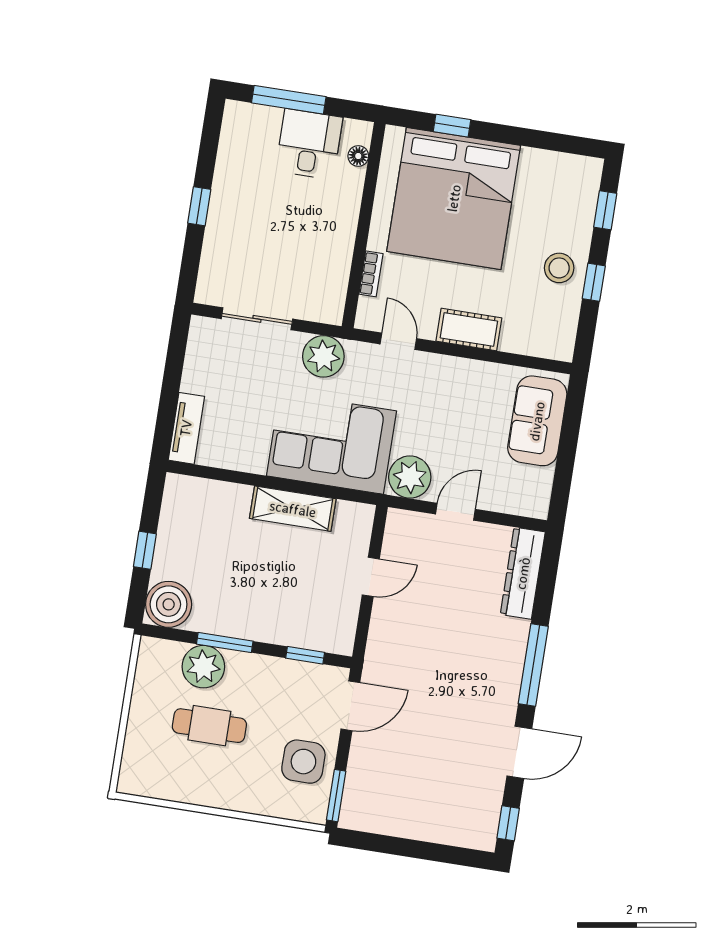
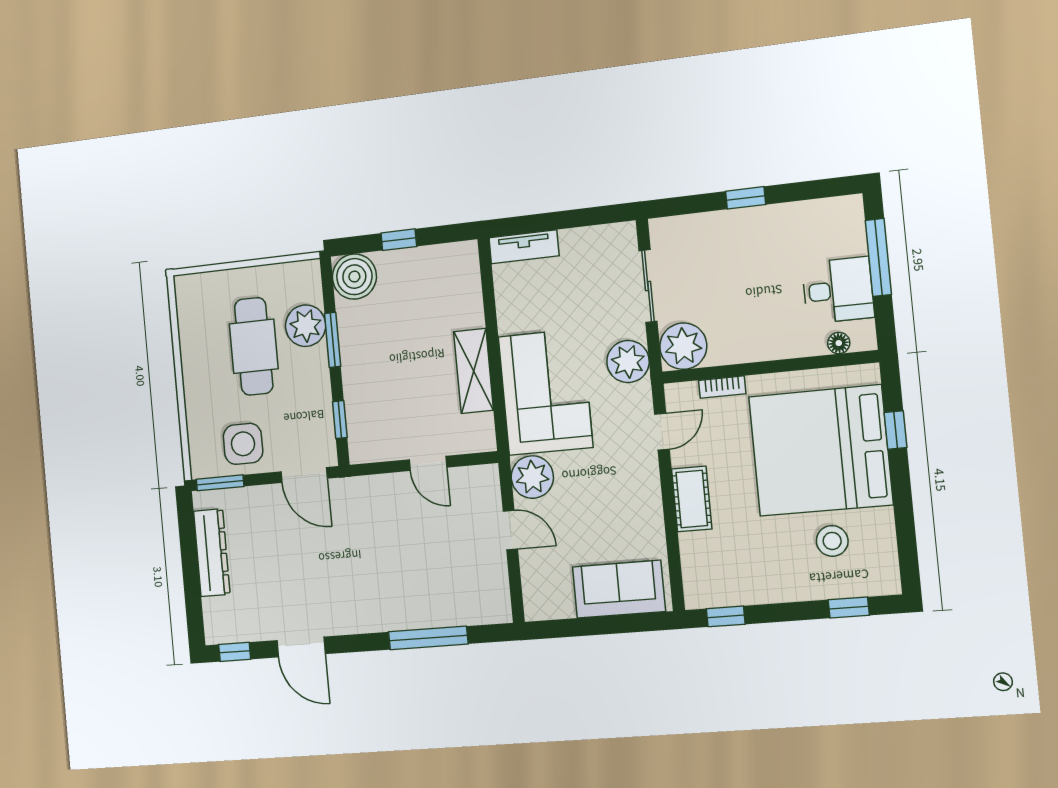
stool: (559, 268) -> (832, 541), moved
window: (594, 282) -> (726, 616), moved
plant: (323, 300) -> (683, 346), added
dresser: (523, 573) -> (212, 553), moved, turned 90
window: (533, 665) -> (428, 638), moved
cafe table: (209, 726) -> (254, 346), width x1.37, depth x1.35

